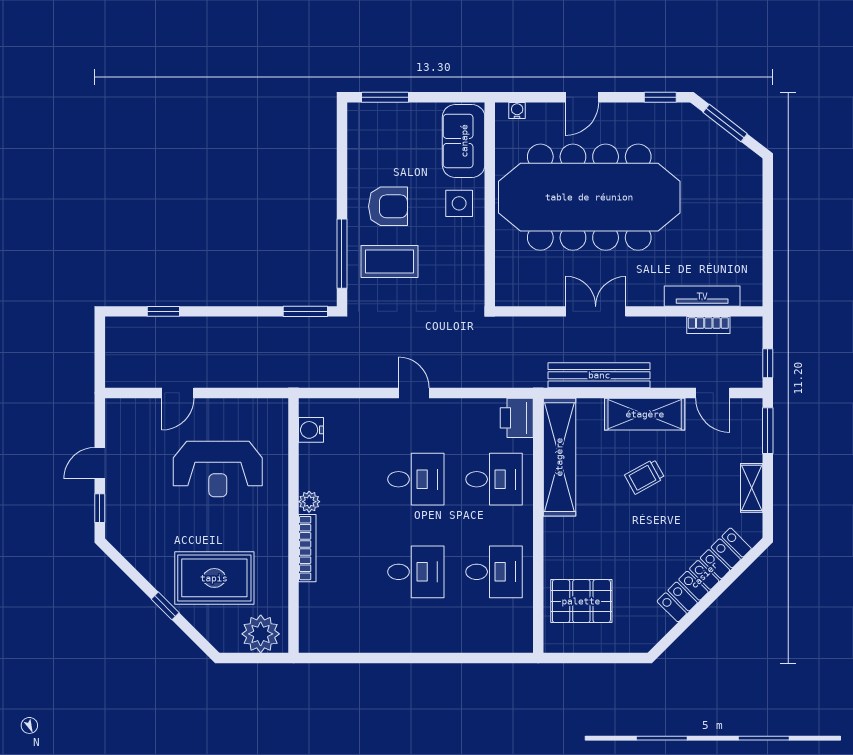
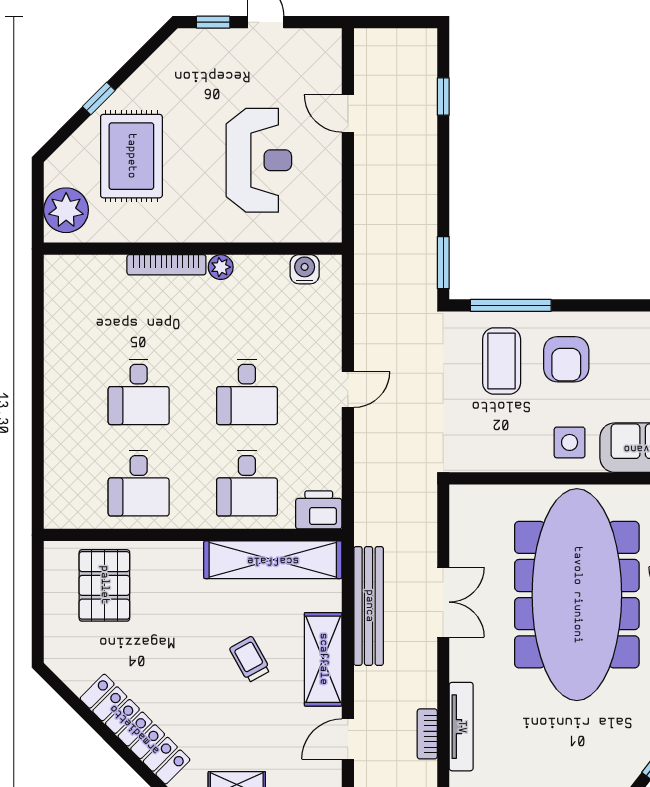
reception desk: (218, 469) -> (259, 160), turned 180

